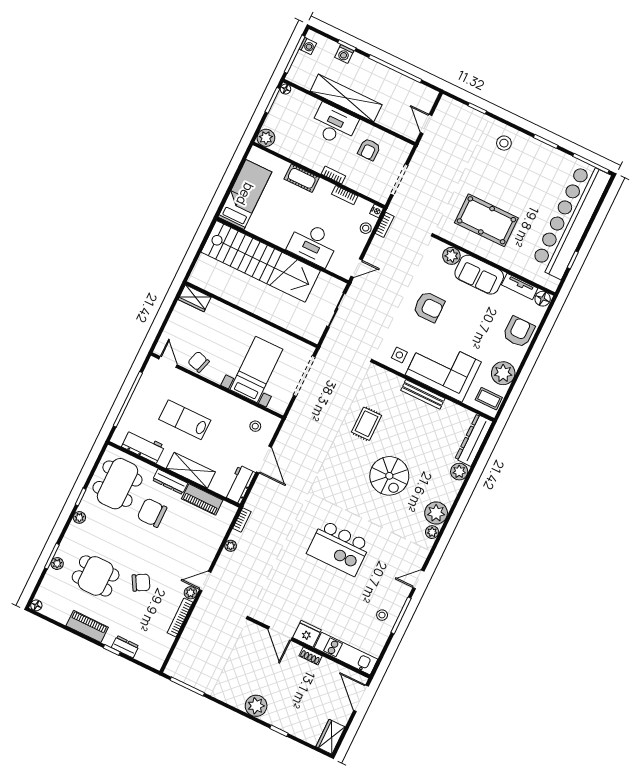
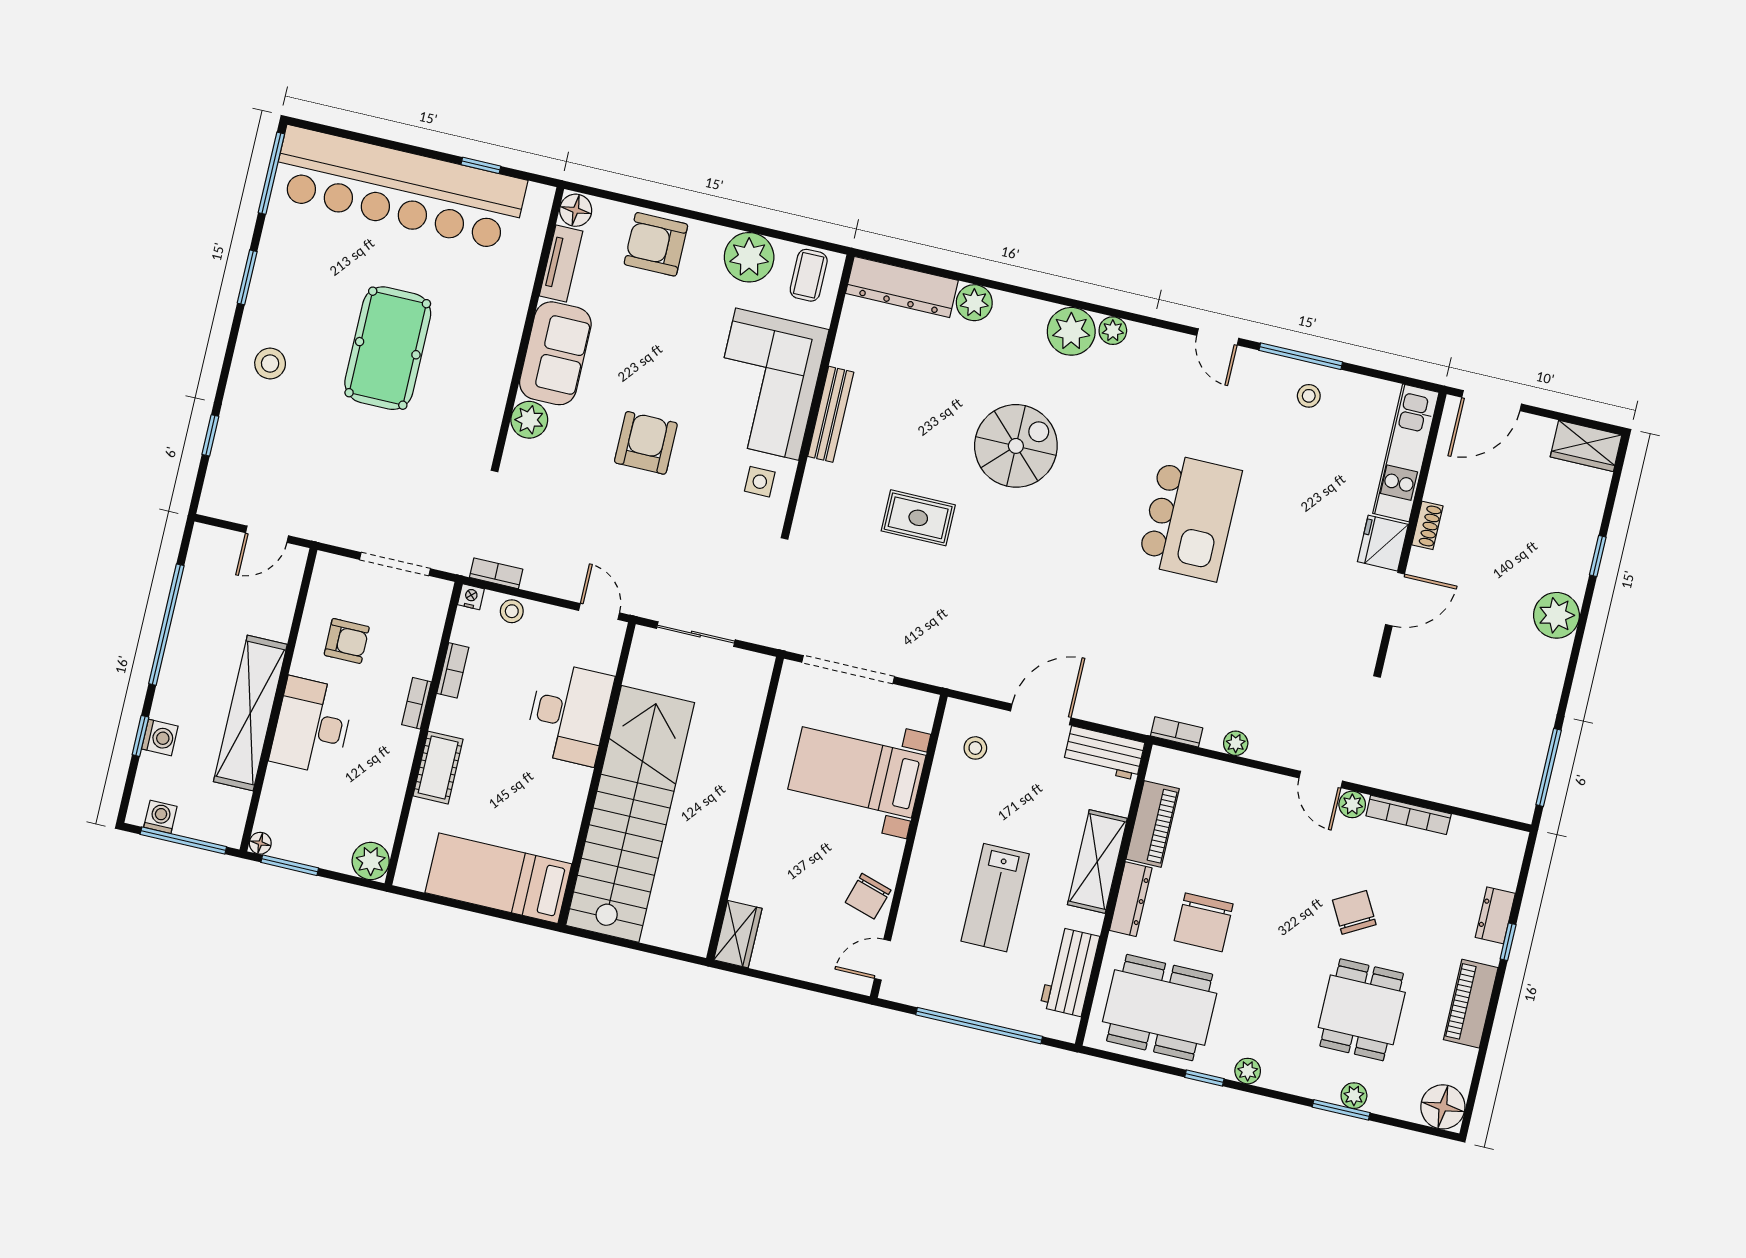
pool table: (486, 220) -> (388, 348), moved
floor lamp: (36, 605) -> (1443, 1107), width x1.89, depth x1.89

